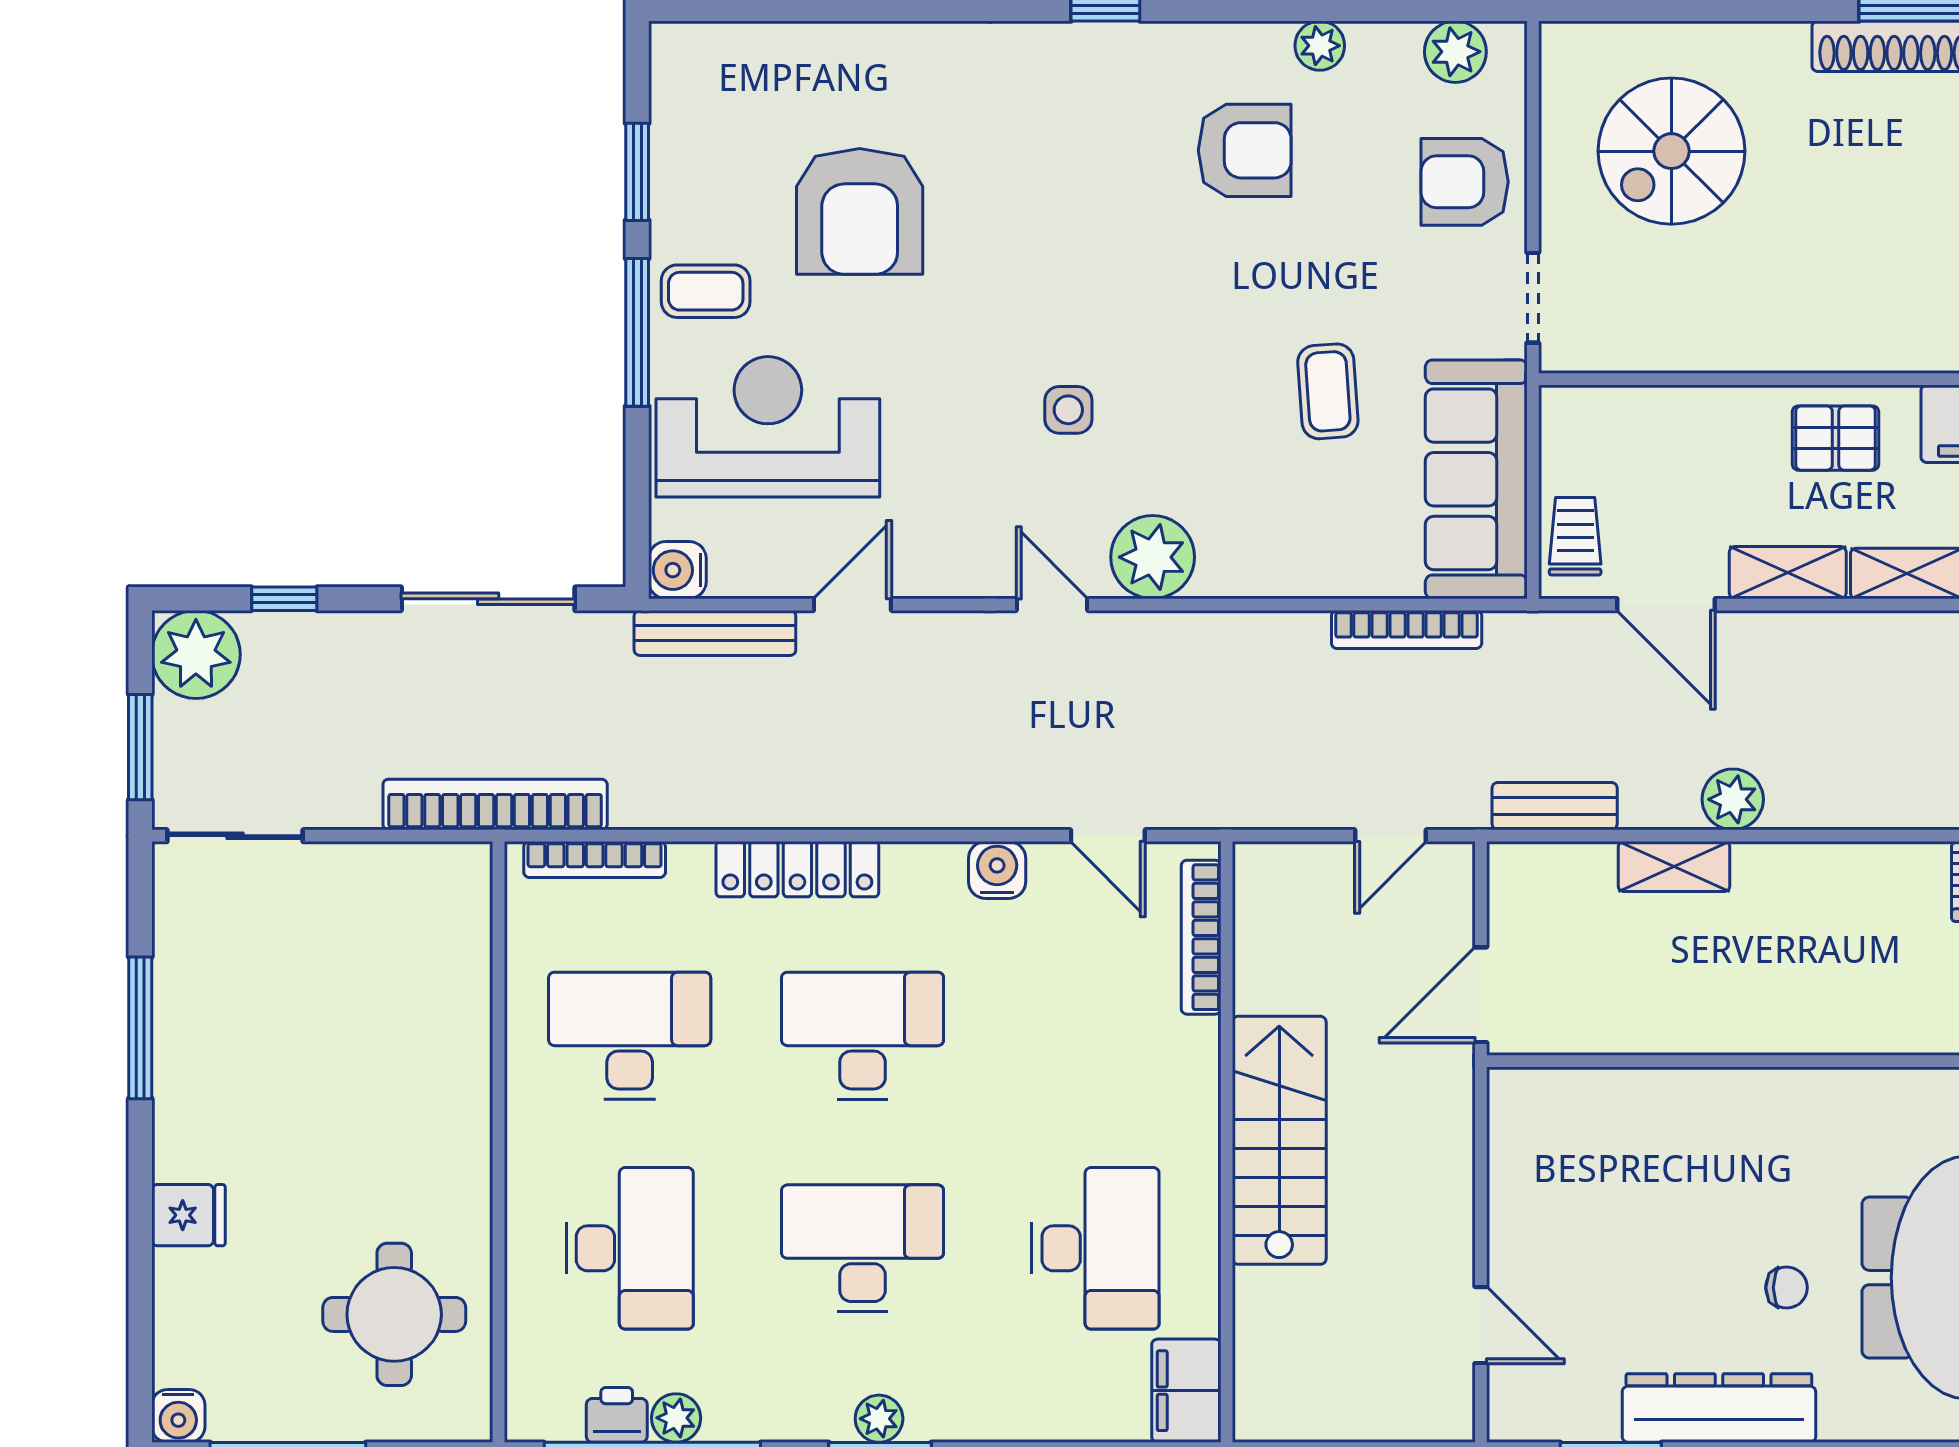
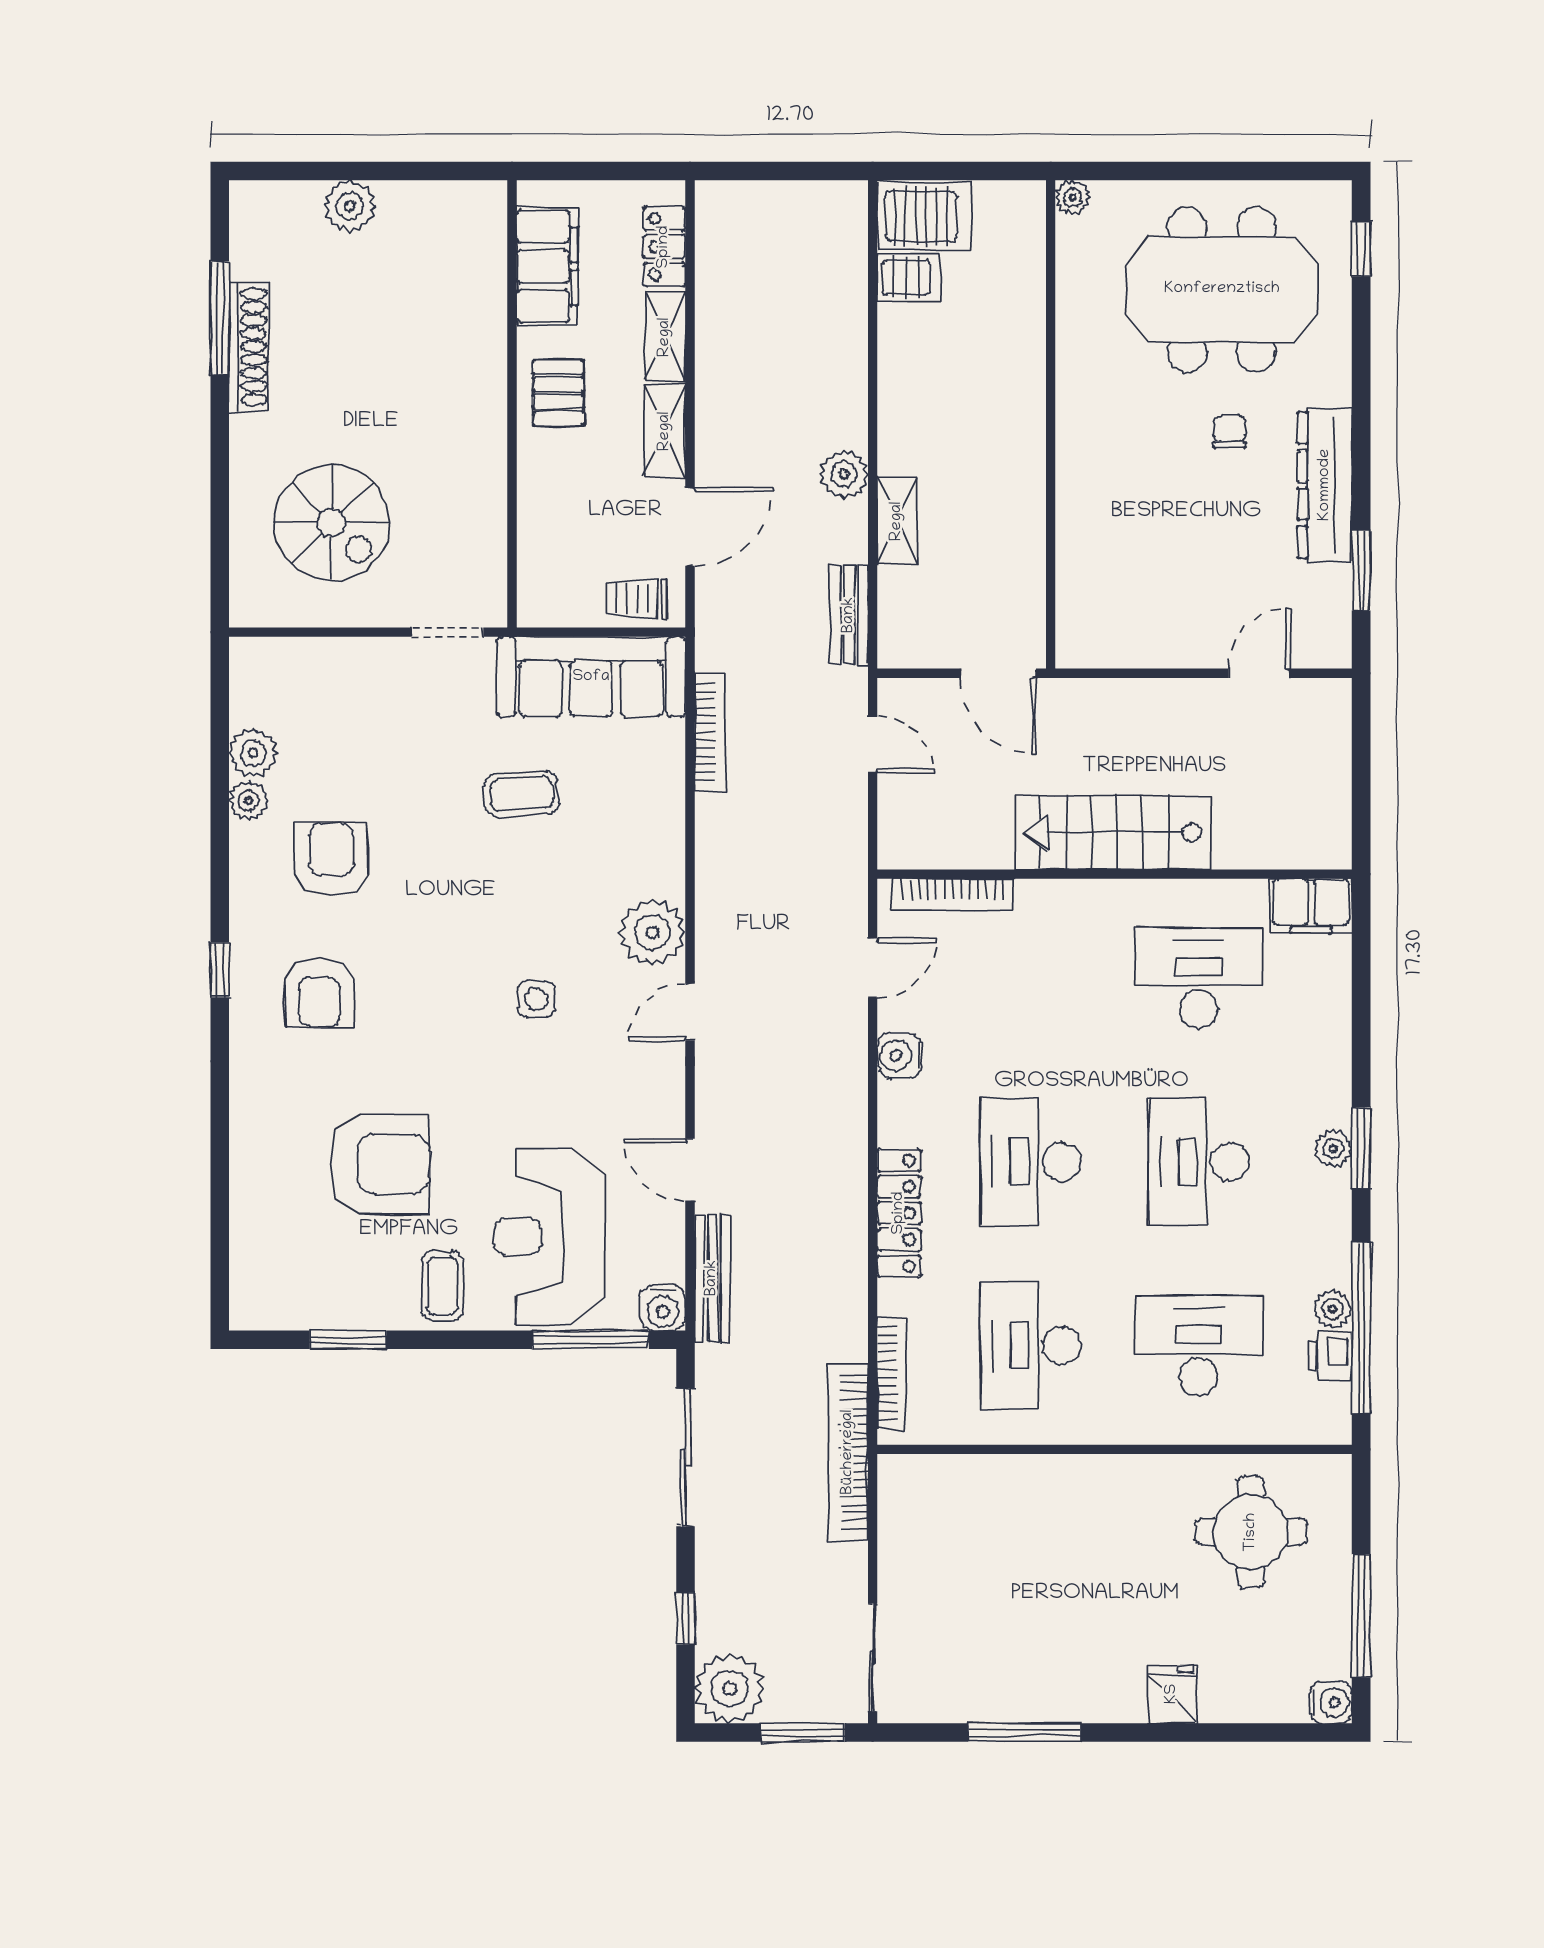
plant: (1455, 52) -> (253, 753), moved
armchair: (1465, 182) -> (319, 993), moved
window: (637, 332) -> (590, 1340), moved

